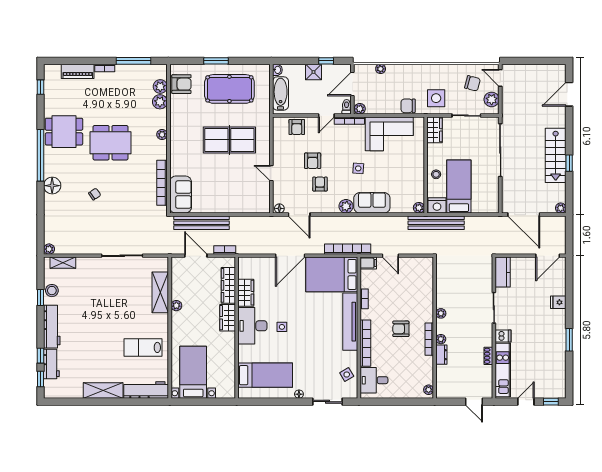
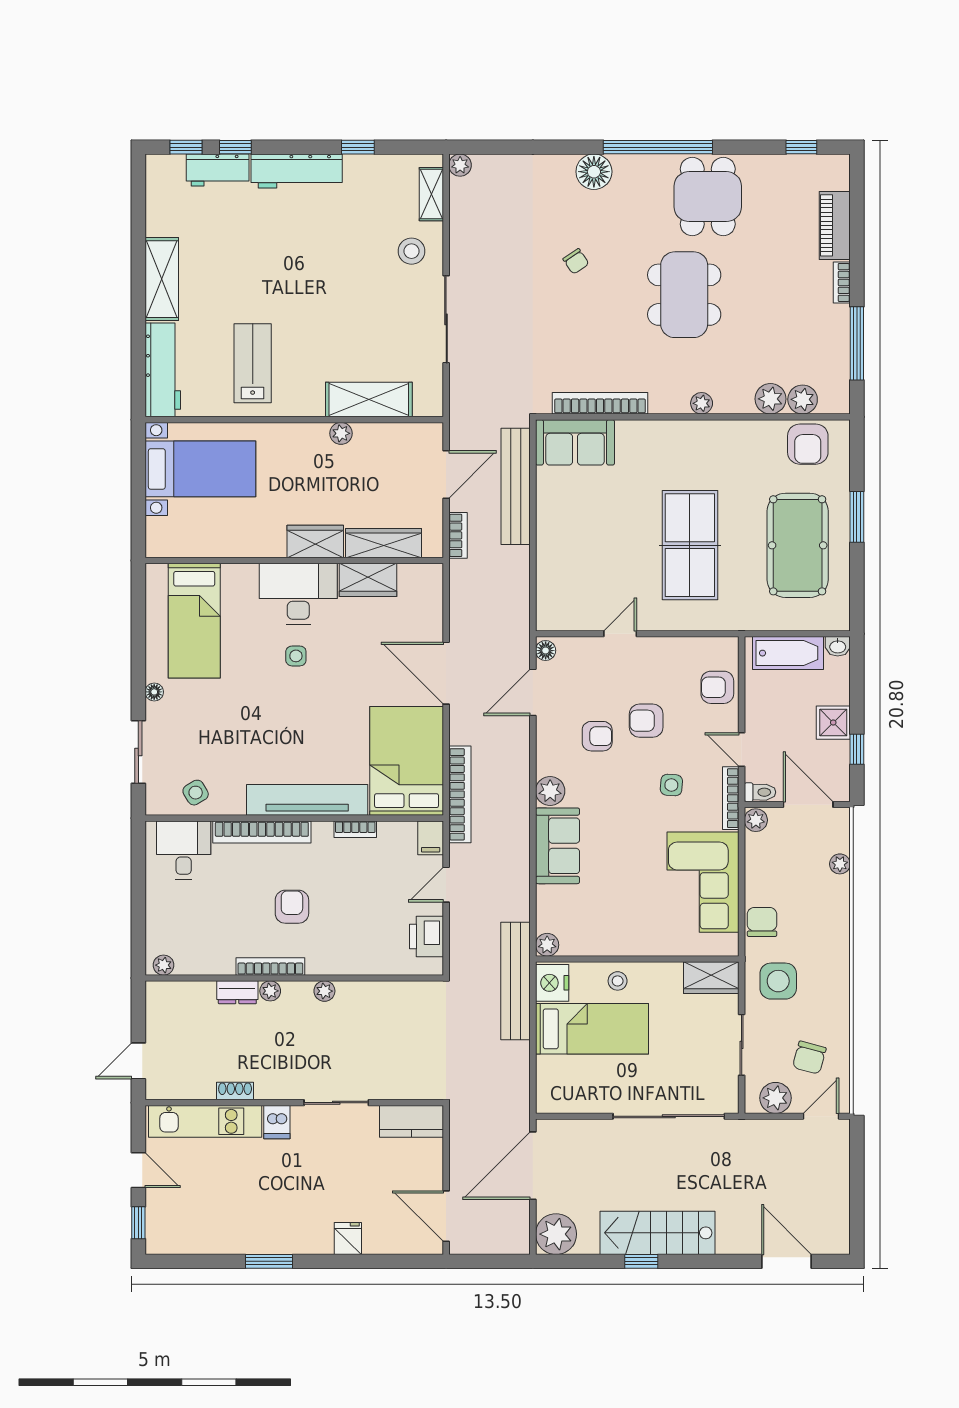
side table: (358, 168) -> (671, 785), moved
plant: (561, 208) -> (556, 1234), width x1.88, depth x1.88
printer: (415, 265) -> (426, 936), added
stool: (52, 291) -> (412, 251), moved

